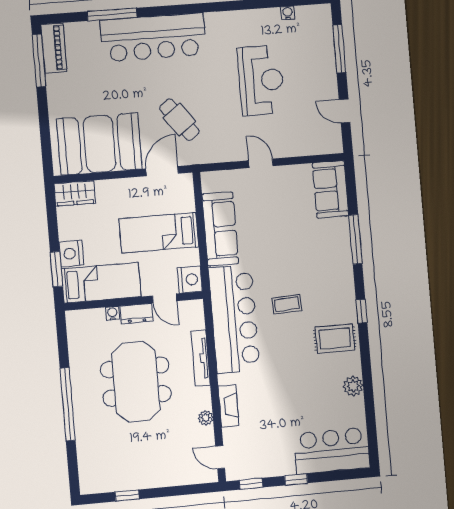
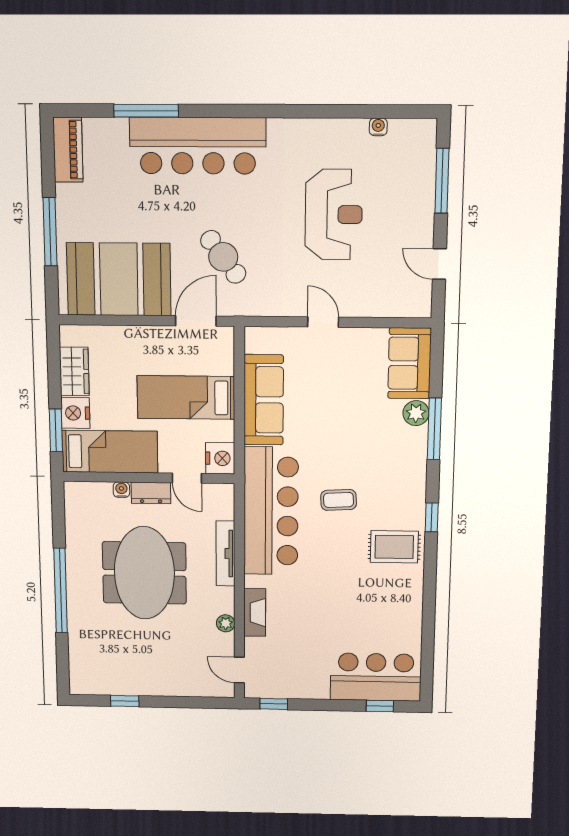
window: (39, 60) -> (50, 232), moved
wardrobe: (75, 193) -> (74, 371), moved, turned -90
plant: (353, 386) -> (416, 413), moved
window: (296, 480) -> (380, 706), moved

